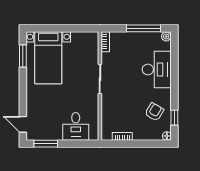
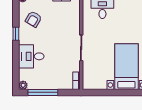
desk: (157, 69) -> (31, 56), width x0.73
window: (174, 118) -> (16, 34), moved

